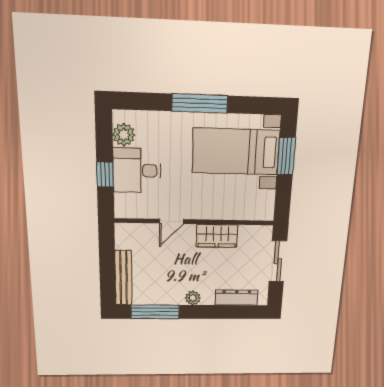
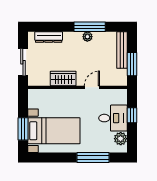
window: (200, 103) -> (93, 158), moved
window: (107, 256) -> (132, 64), added
plant: (193, 298) -> (87, 37), moved
window: (155, 312) -> (90, 27), moved

